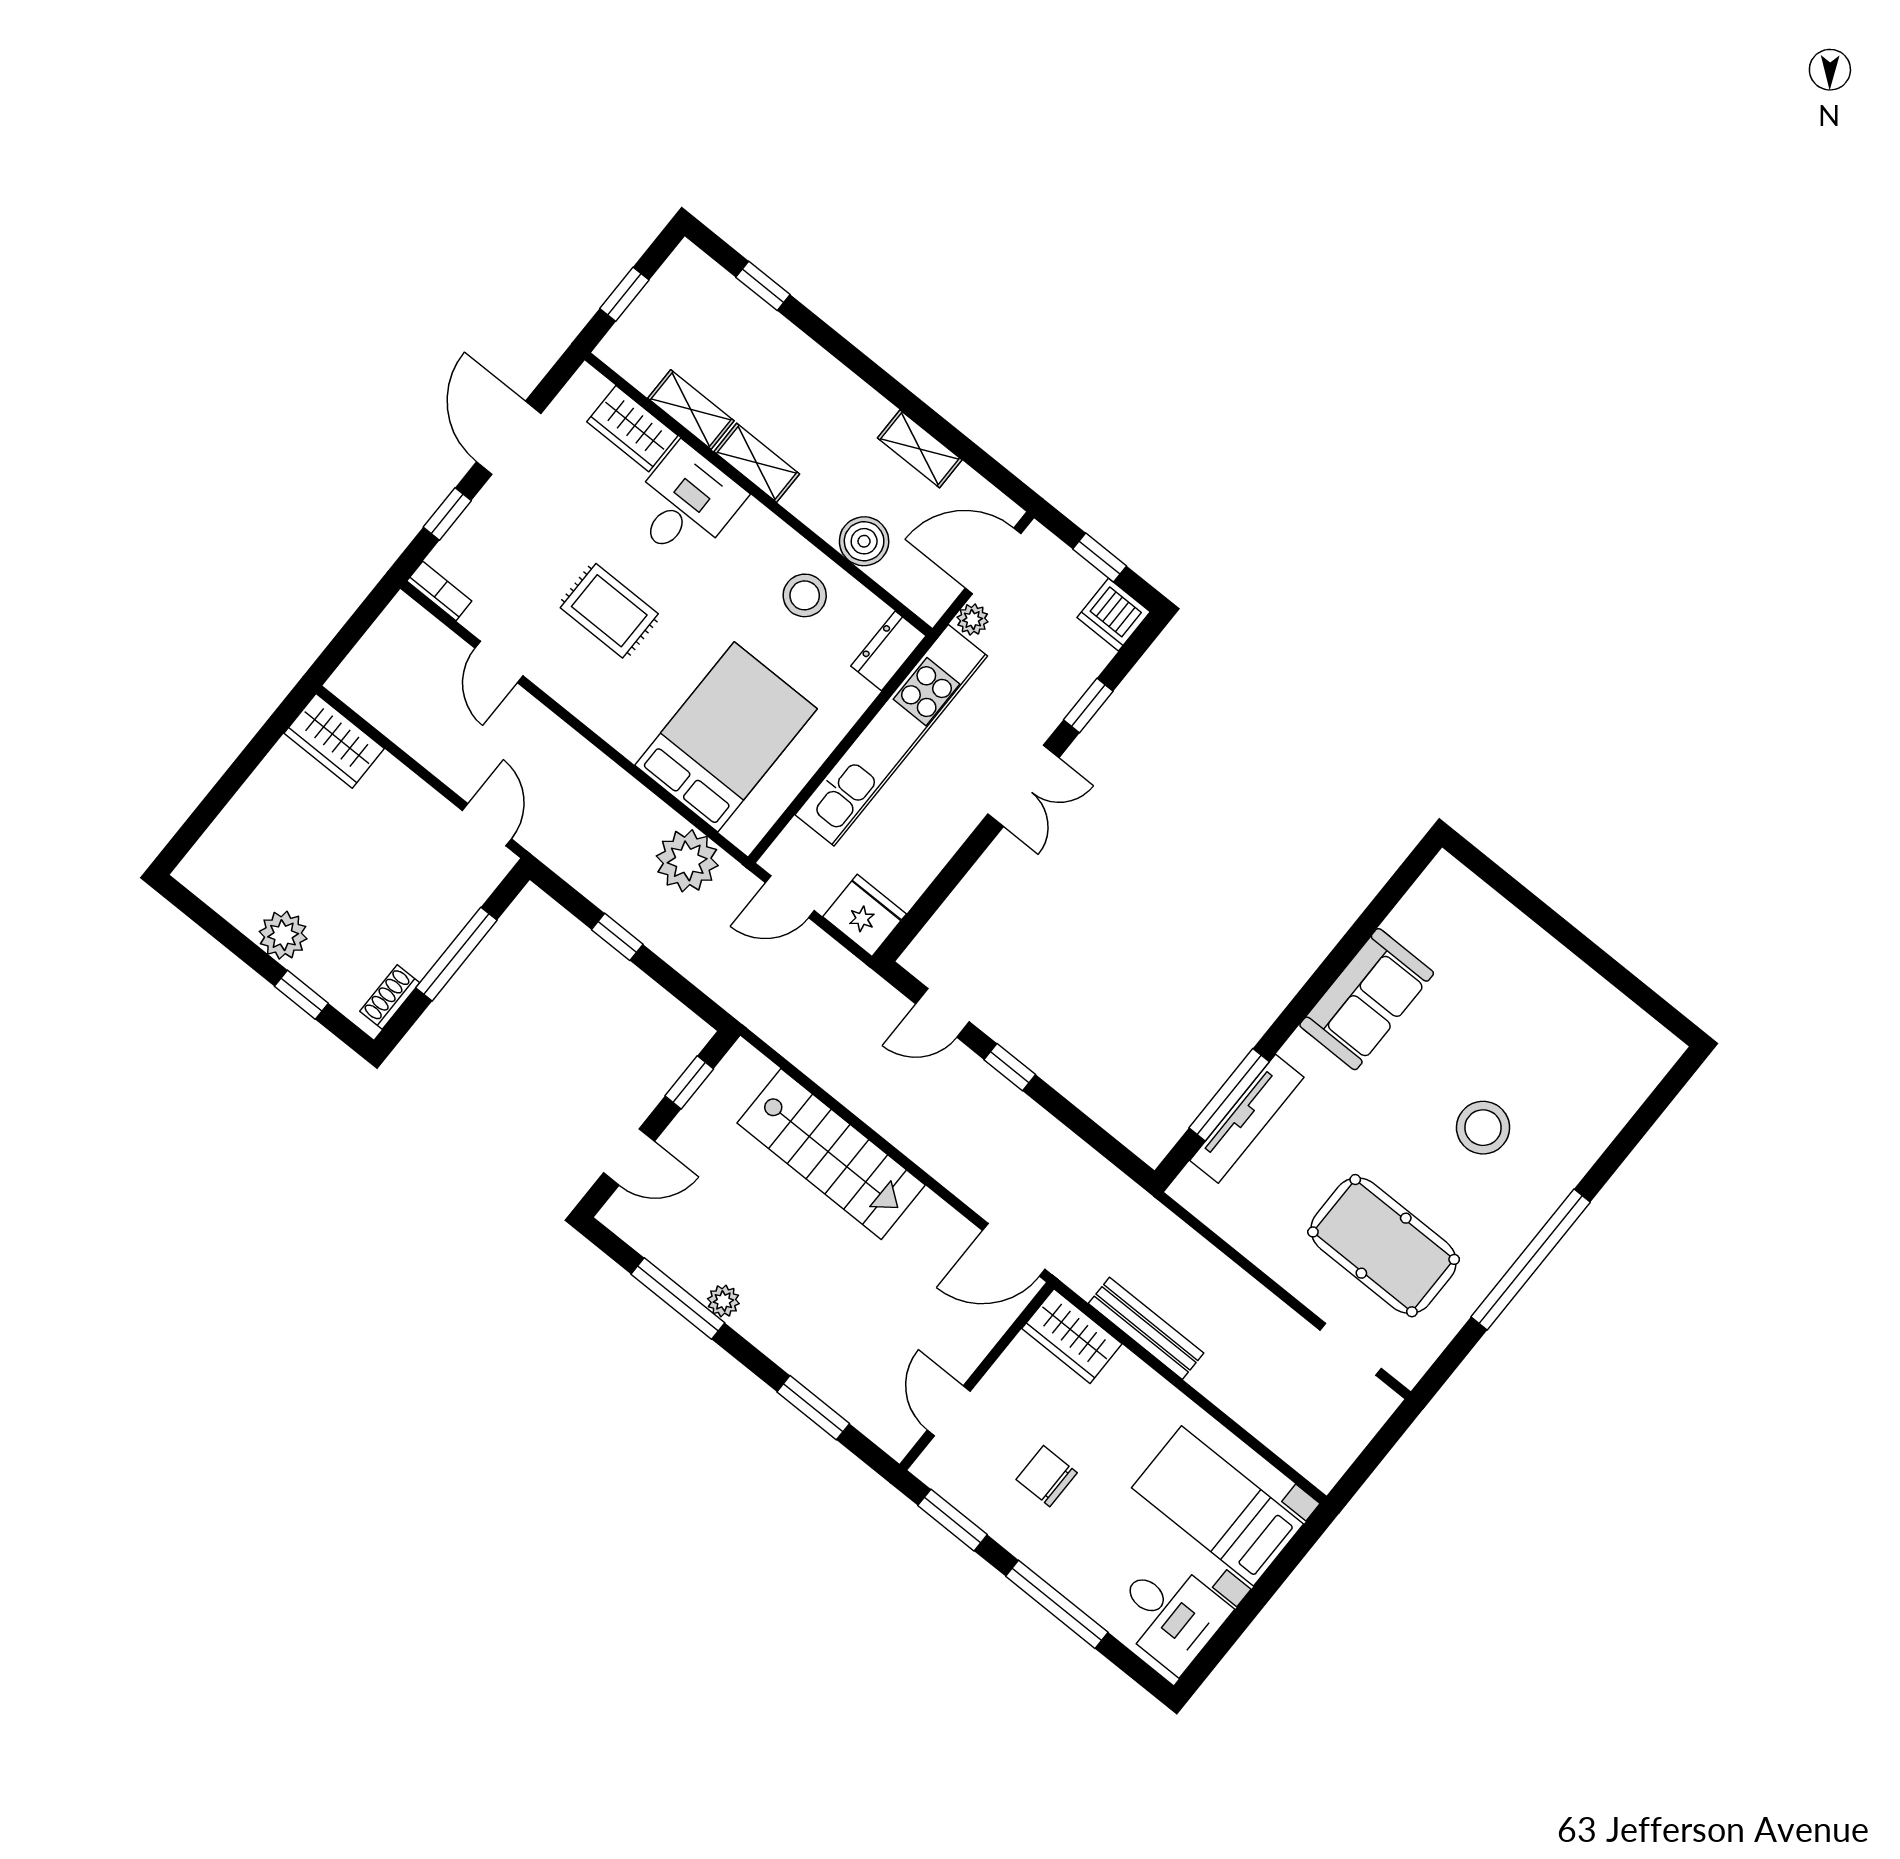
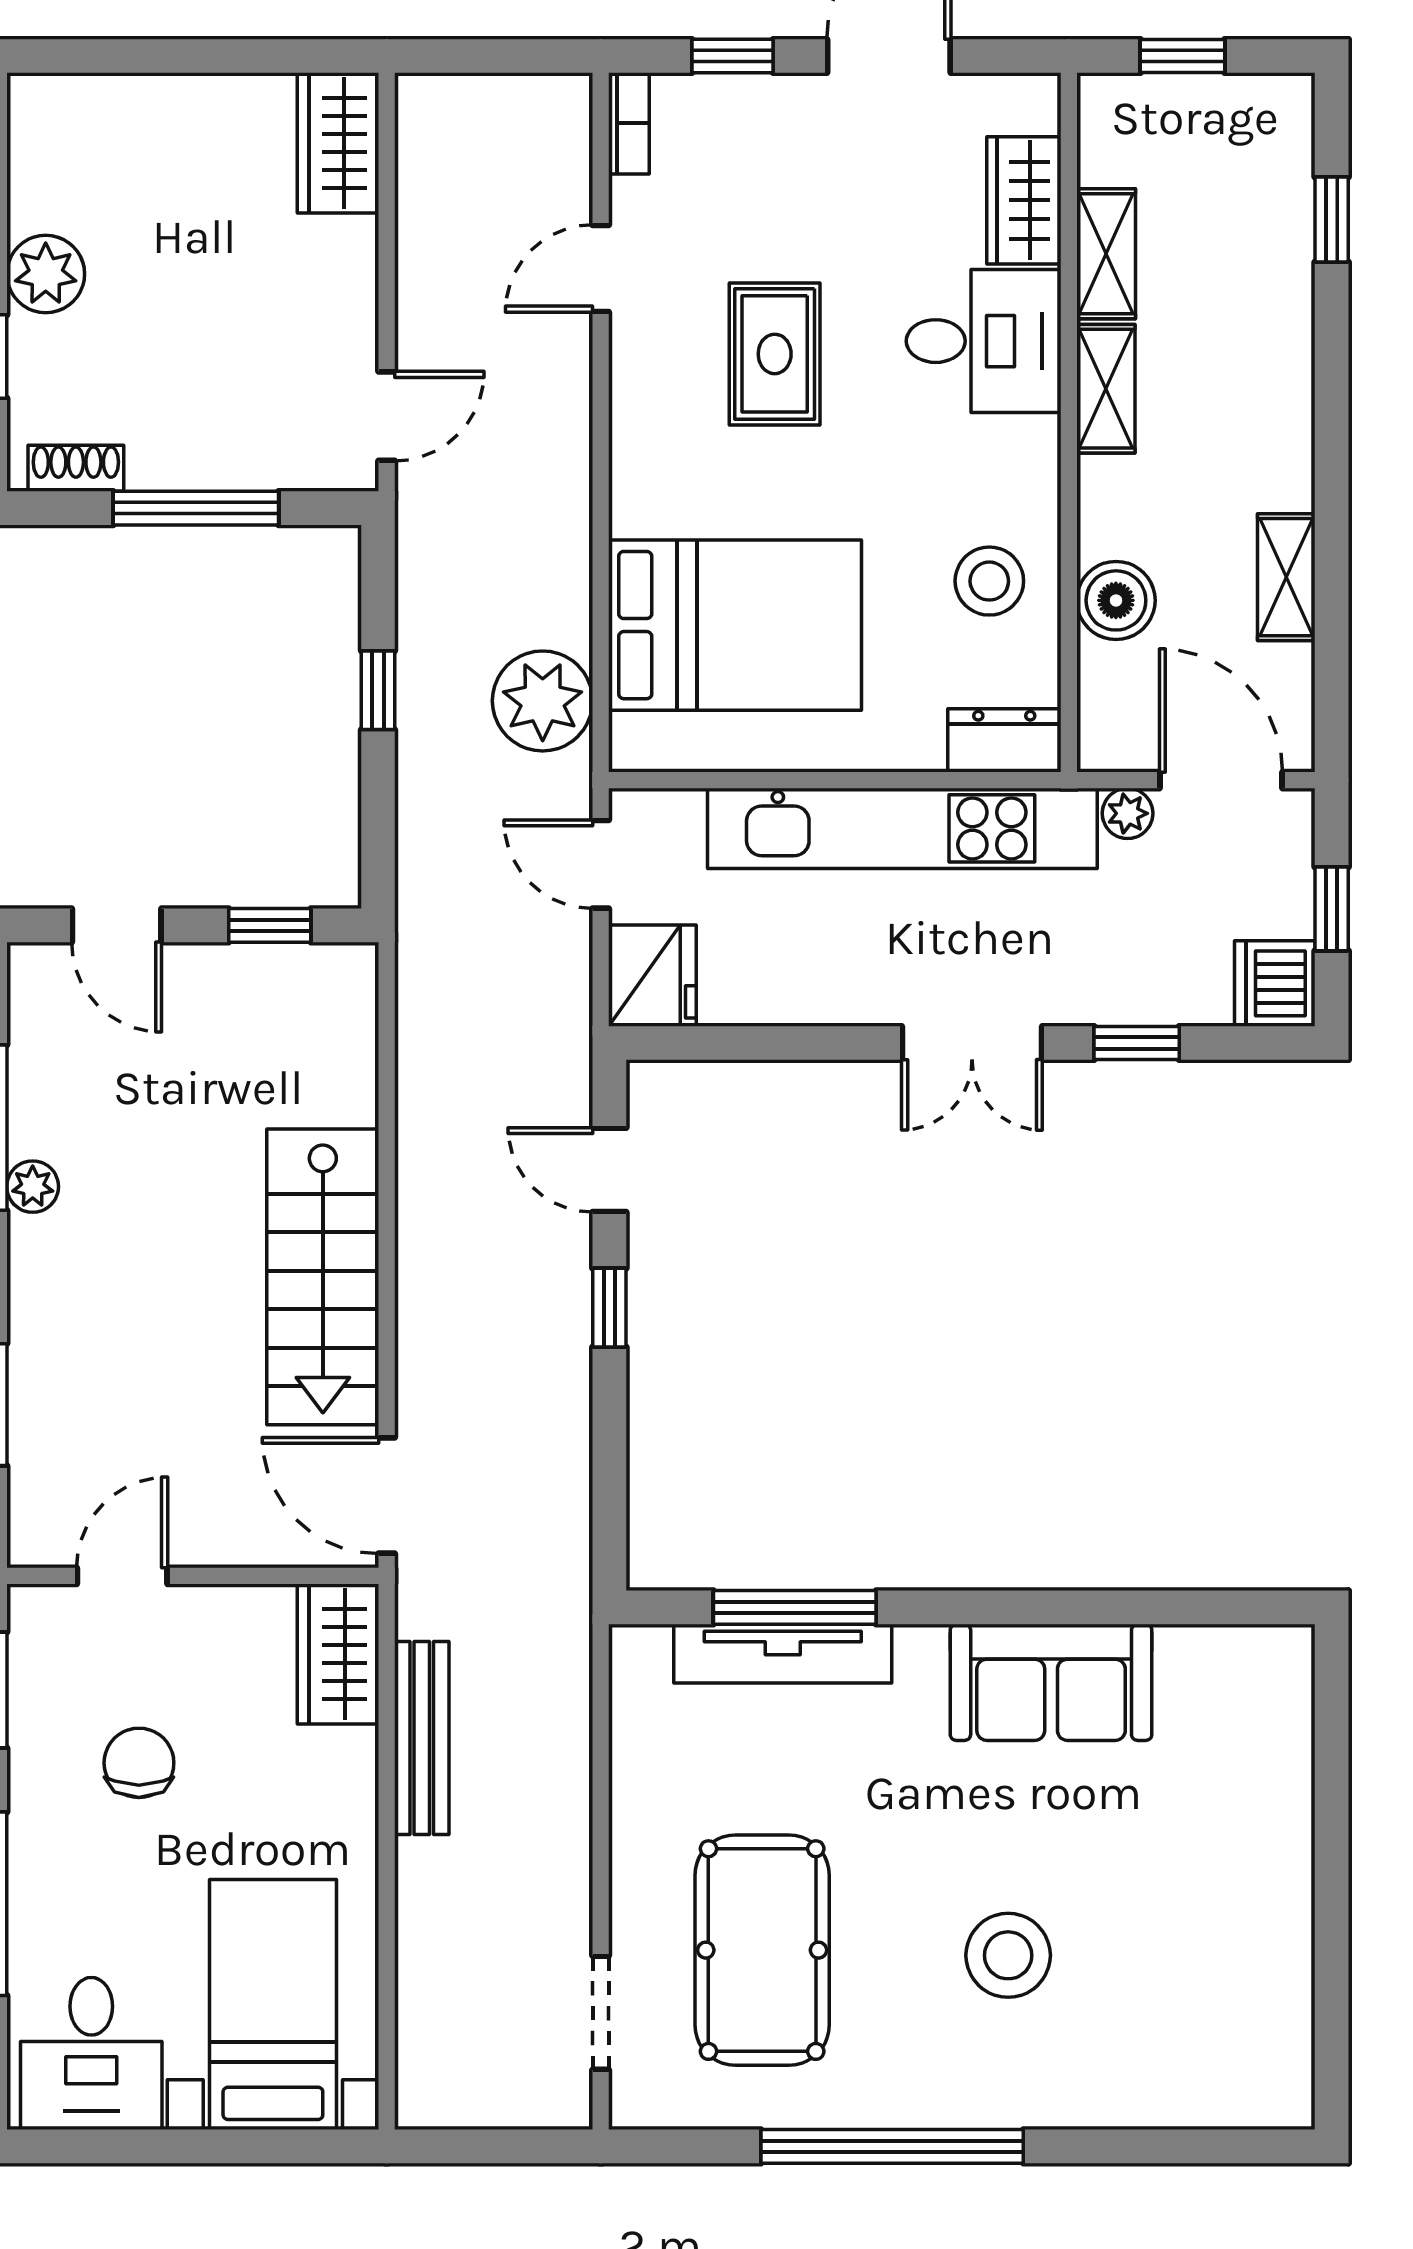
stairs: (831, 1154) -> (323, 1277), moved

